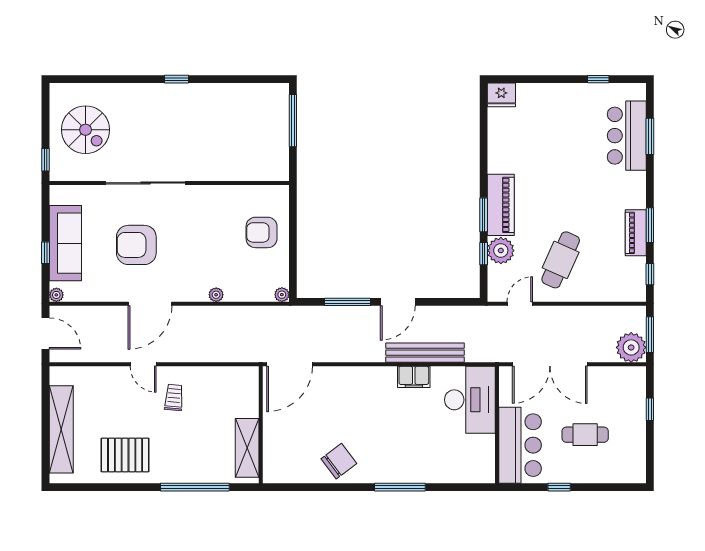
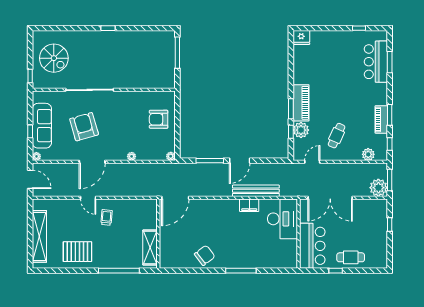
armchair: (136, 245) -> (84, 127), turned 74
cafe table: (561, 260) -> (337, 136), width x0.73, depth x0.74
plant: (614, 292) -> (368, 154), added
cafe table: (585, 435) -> (351, 257), moved

